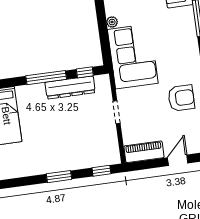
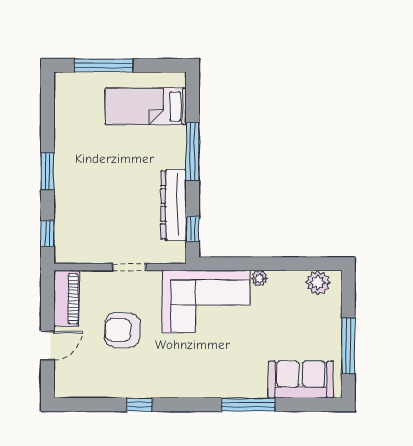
window: (46, 78) -> (193, 152), moved
armchair: (181, 98) -> (122, 330), moved, turned 92
door: (178, 160) -> (47, 346), hinge flipped

